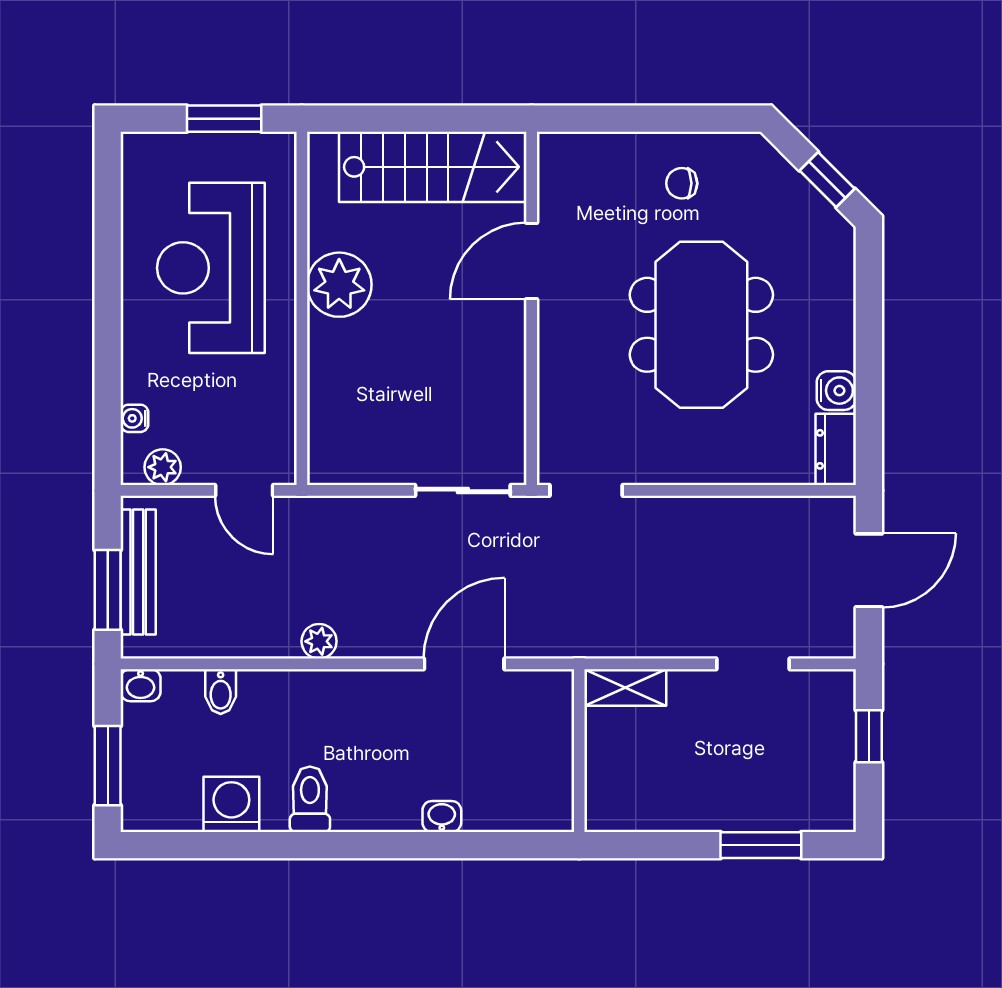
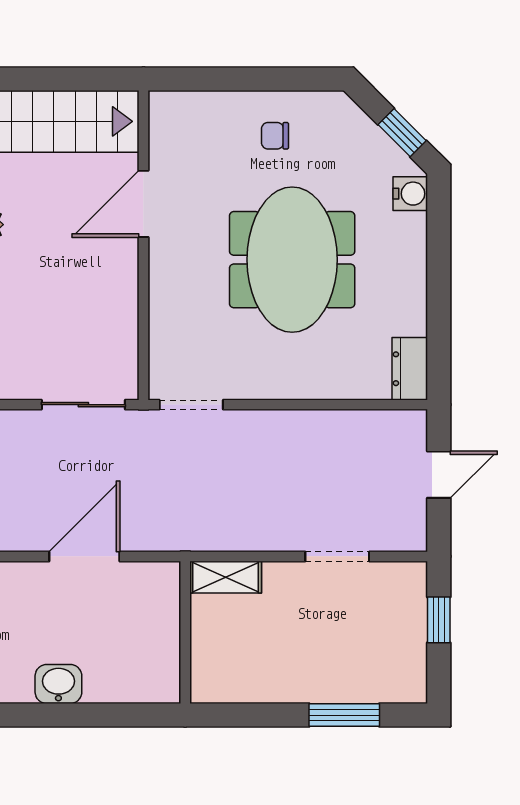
water cooler: (836, 391) -> (410, 194), moved
door: (869, 570) -> (439, 475), width x0.73
washbasin: (442, 817) -> (58, 684), width x1.38, depth x1.45

